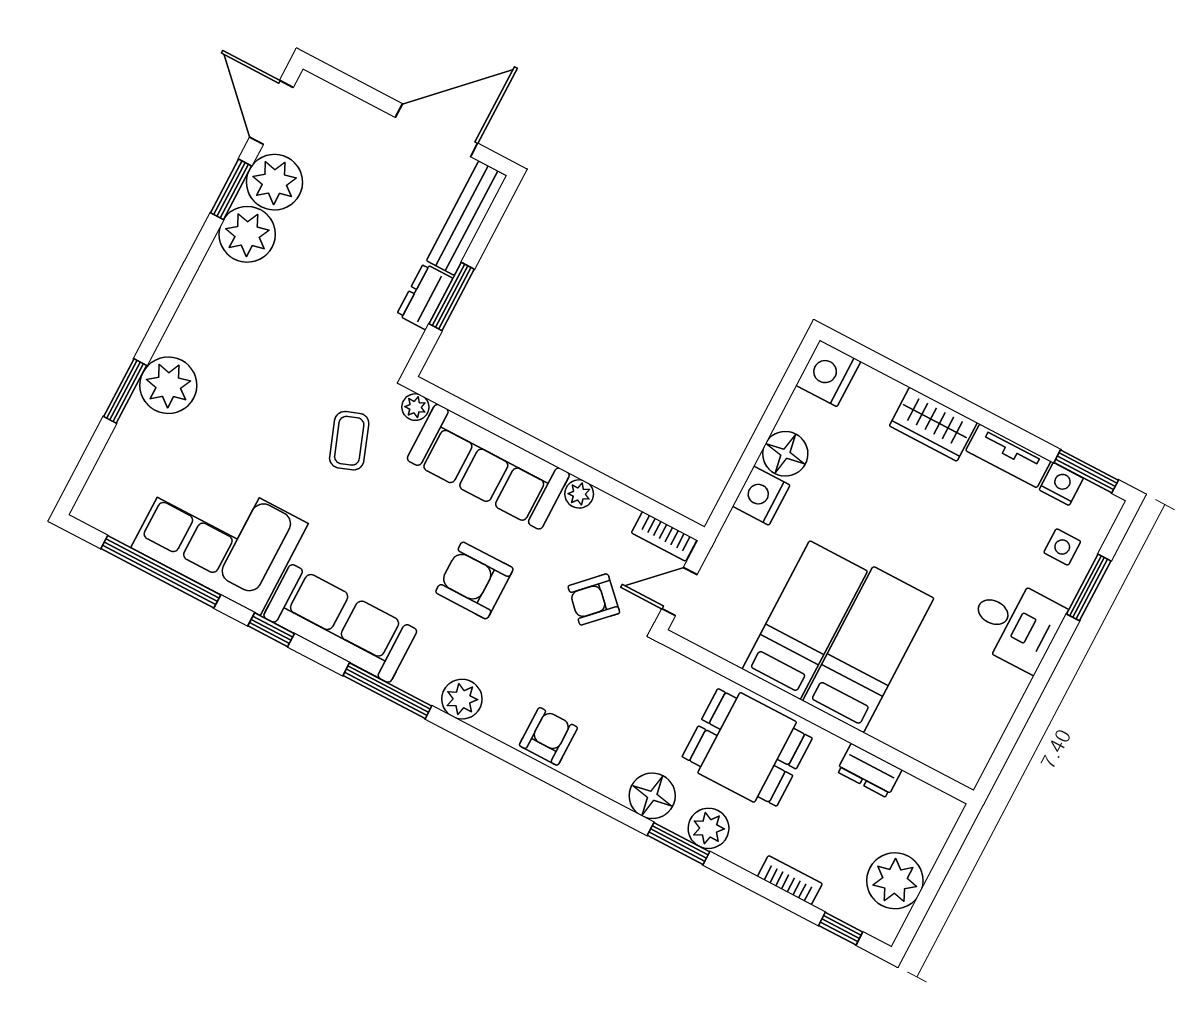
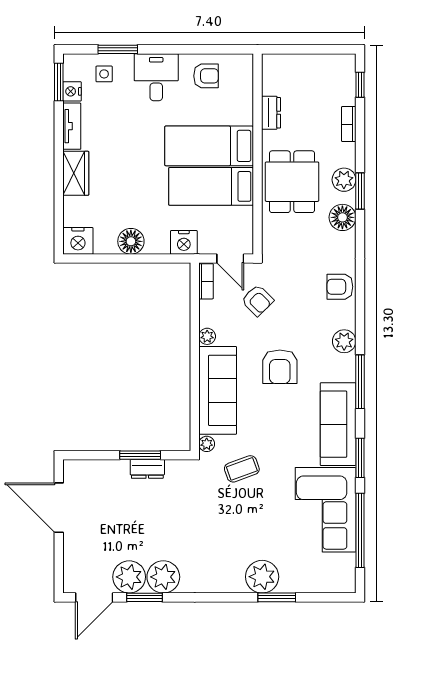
bench: (467, 218) -> (96, 468), removed
nightstand: (761, 496) -> (184, 242), moved
window: (271, 630) -> (360, 458), width x1.50
armchair: (978, 701) -> (206, 76), added
plant: (895, 881) -> (321, 70), removed

